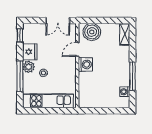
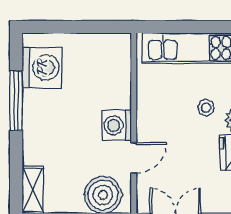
washing machine: (125, 92) -> (42, 68), width x1.89, depth x1.89

